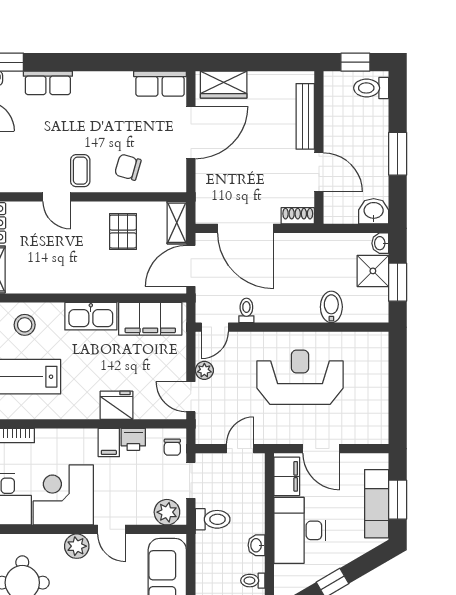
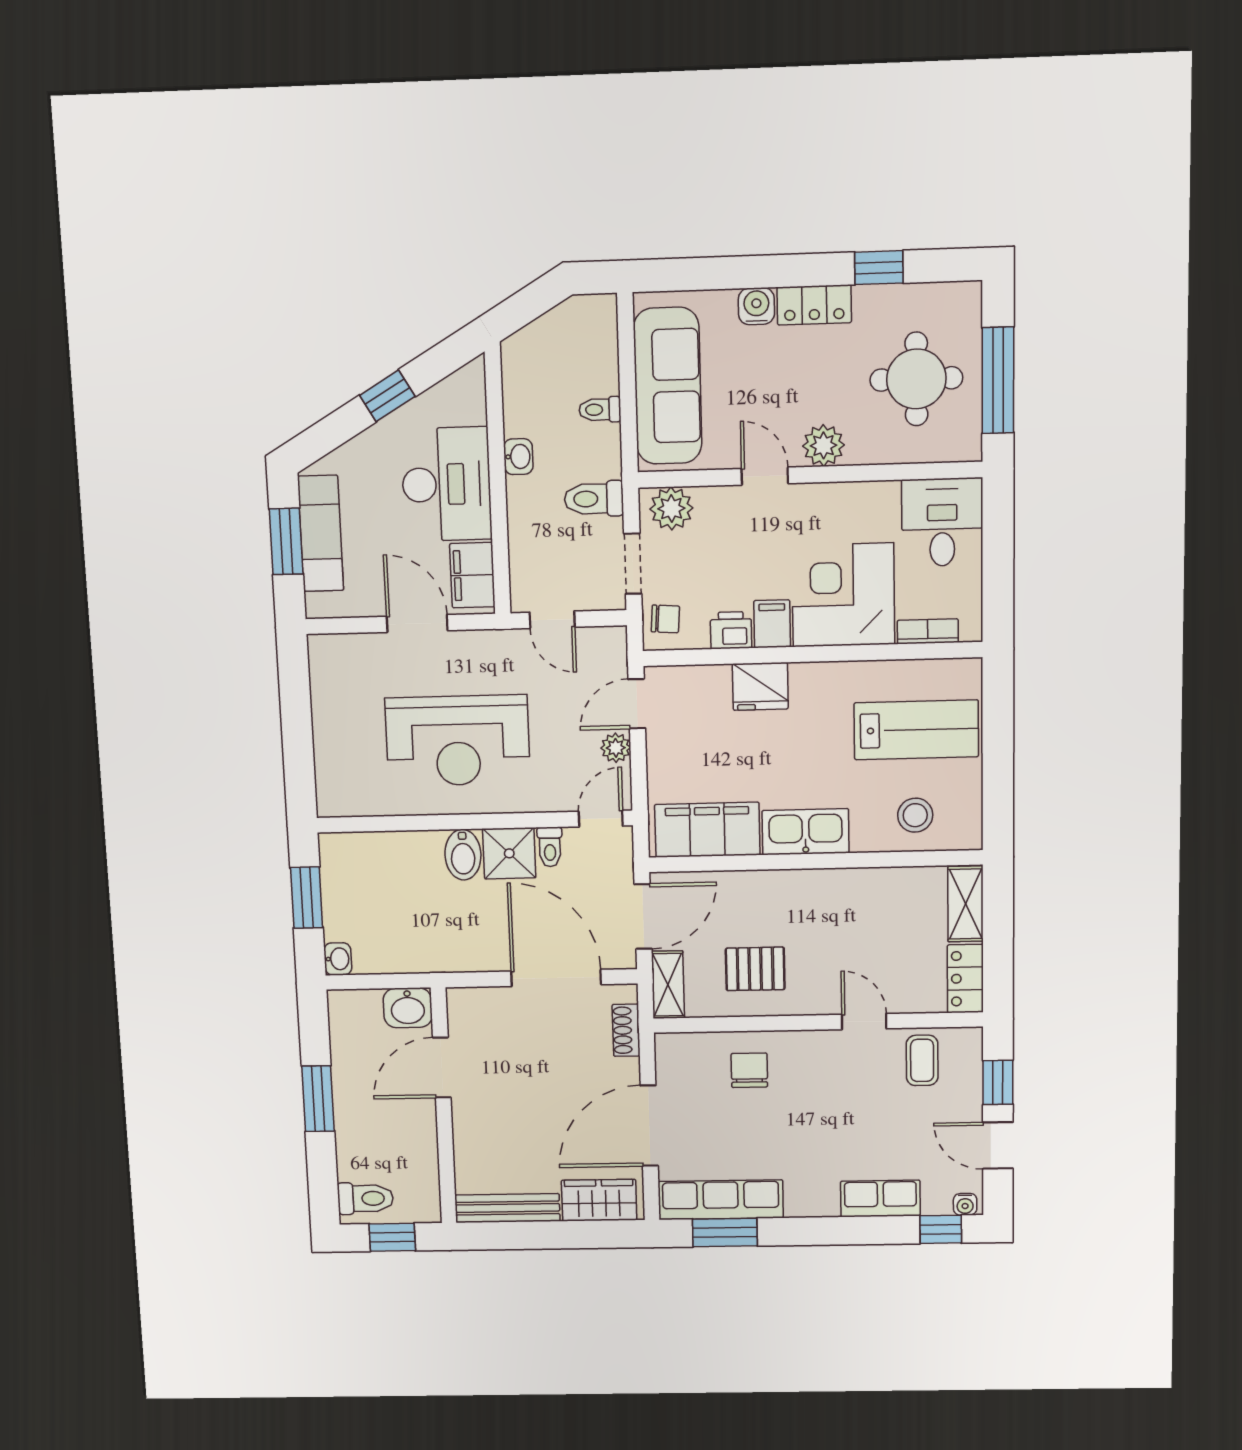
window: (145, 62) -> (725, 1232), added
row of seats: (160, 84) -> (721, 1200), width x1.48
bench: (305, 116) -> (507, 1208), moved, turned 90
chair: (128, 167) -> (749, 1070), turned -106
coffee table: (80, 171) -> (922, 1060), moved
door: (319, 172) -> (442, 1068), hinge flipped
washbasin: (374, 211) -> (408, 1008), moved
shoe rack: (298, 216) -> (626, 1030), moved, turned 90
pallet: (123, 232) -> (755, 969), turned 90
shower: (373, 271) -> (509, 853), moved
bidet: (331, 307) -> (463, 855), moved
door: (191, 397) -> (637, 704), swing flipped
chair: (172, 447) -> (665, 619), turned 94
door: (240, 449) -> (552, 620), hinge flipped
corner desk: (63, 495) -> (843, 595), moved, turned 180
toilet: (253, 581) -> (600, 410), moved, turned 180

